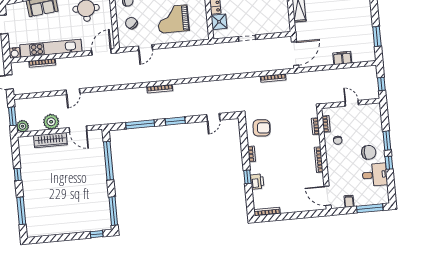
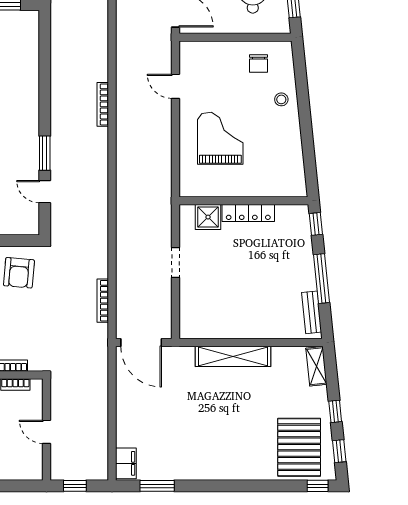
chair: (131, 23) -> (220, 66), removed
filing cabinet: (342, 58) -> (126, 463), moved
door: (352, 103) -> (47, 432), swing flipped
window: (175, 121) -> (45, 153), moved
window: (140, 124) -> (45, 65), removed

